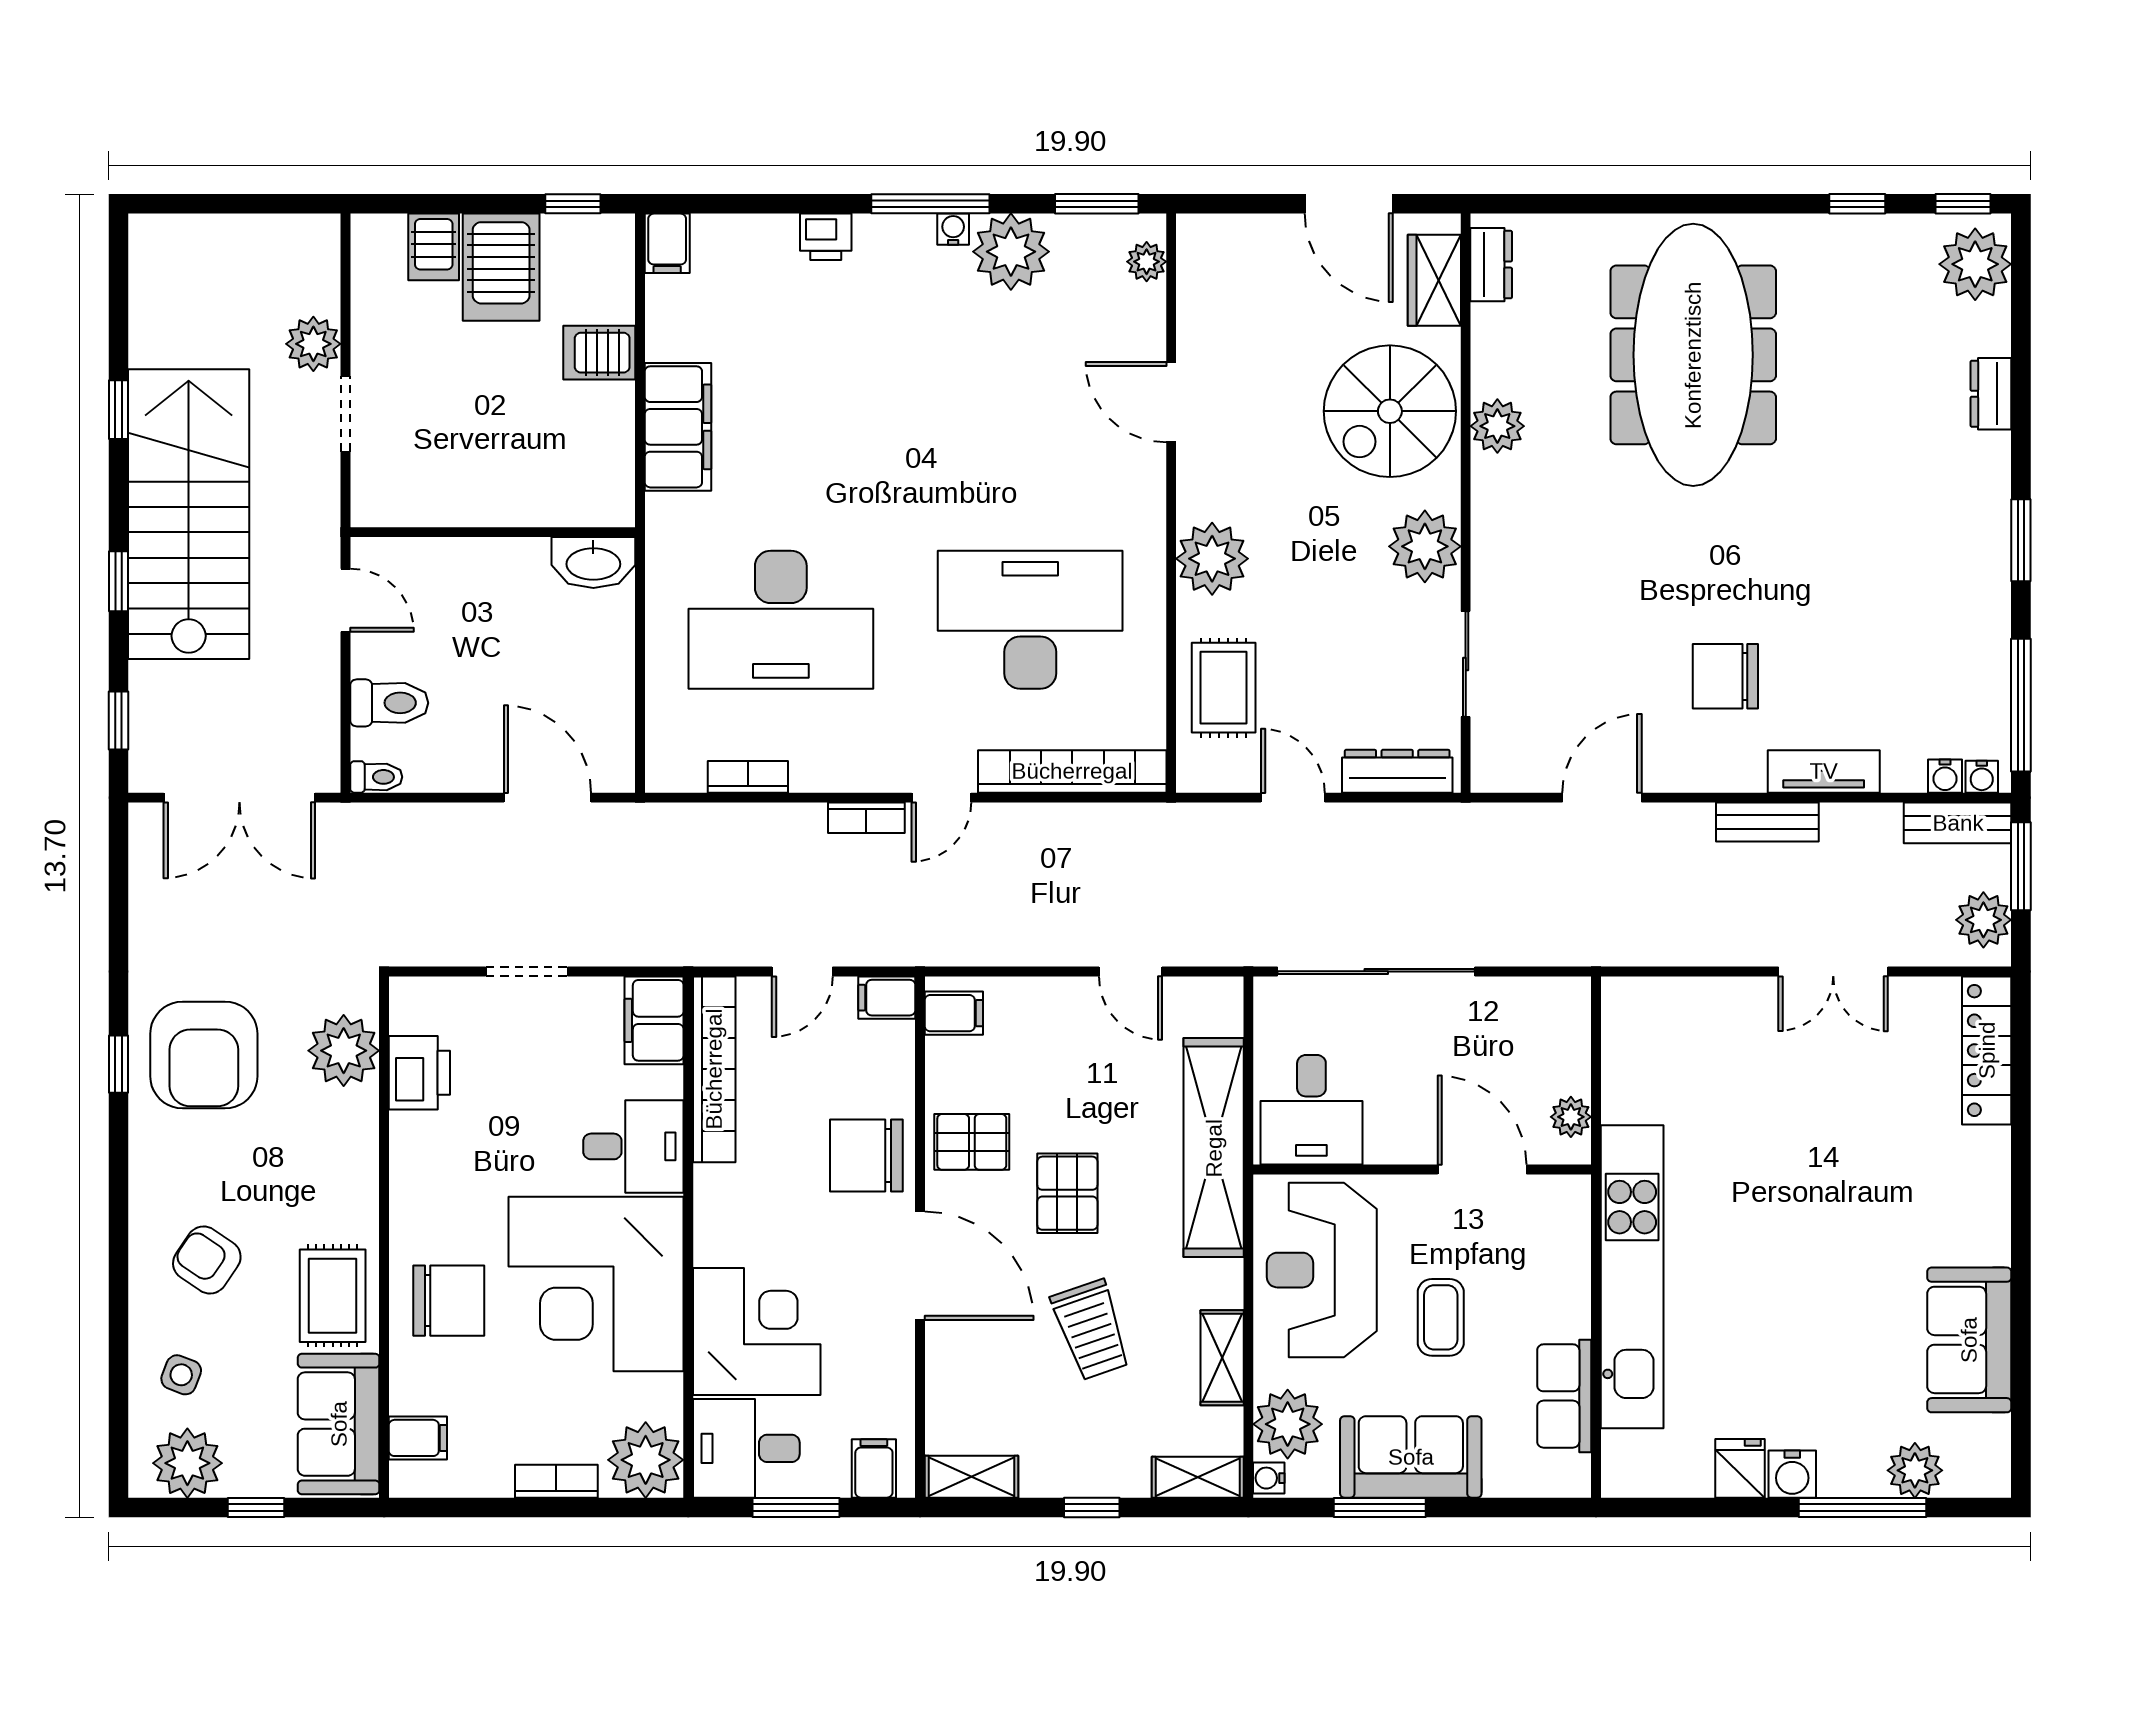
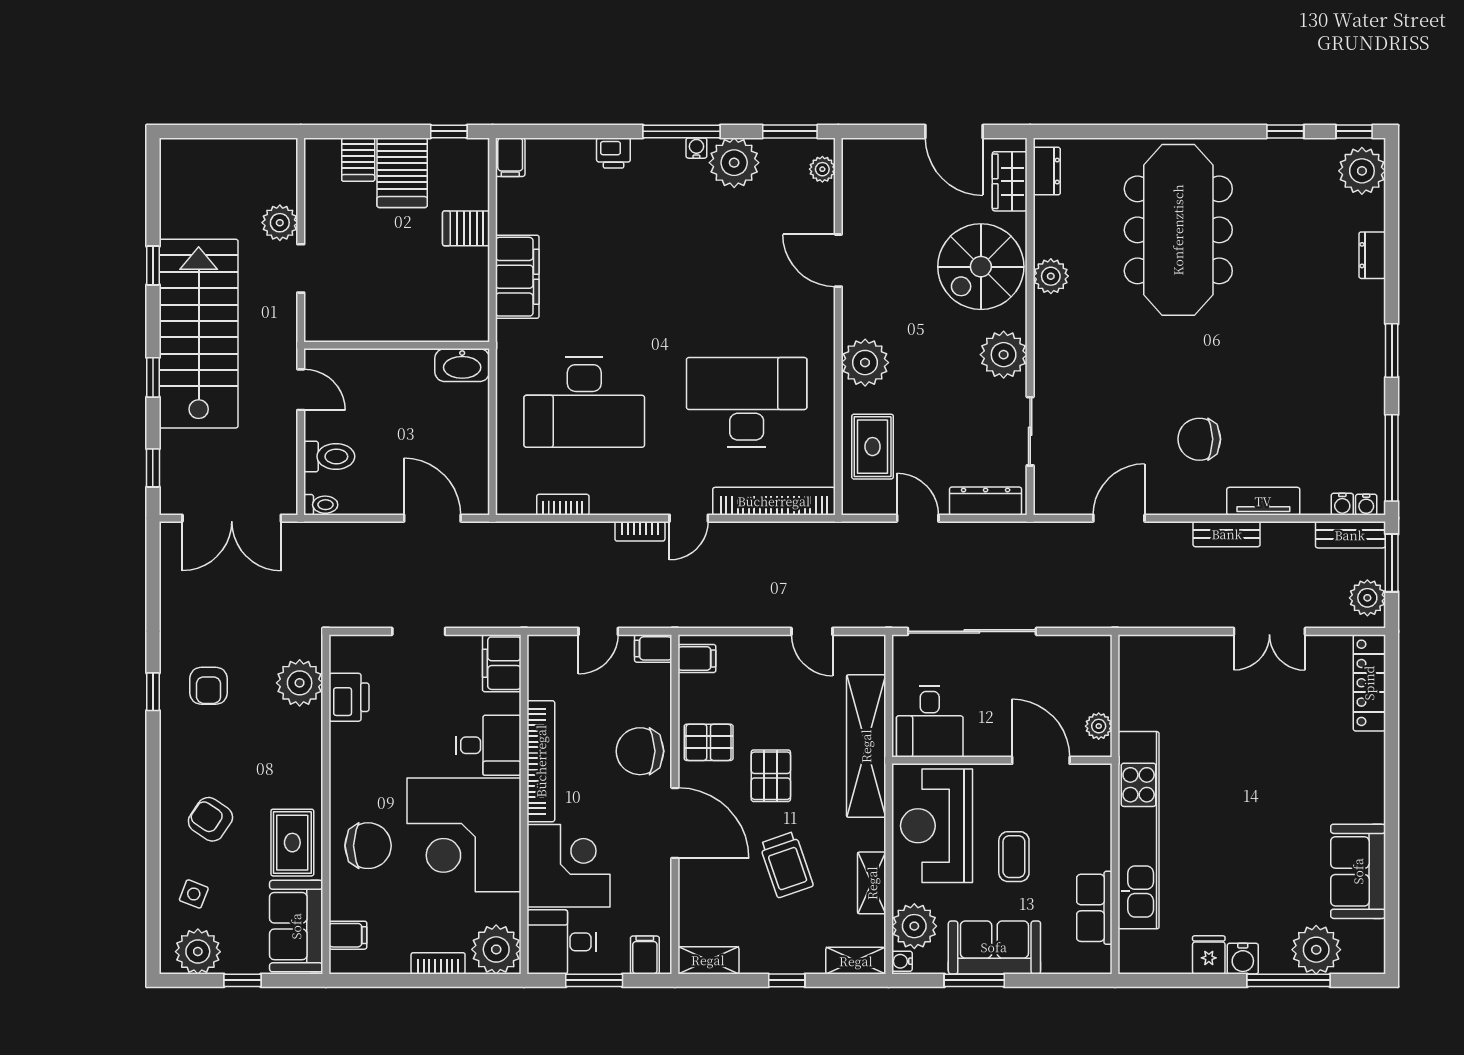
armchair: (204, 1055) -> (209, 686), width x0.53, depth x0.53
bookcase: (714, 1069) -> (541, 761), moved
plant: (1915, 1470) -> (1316, 950), width x1.36, depth x1.36

